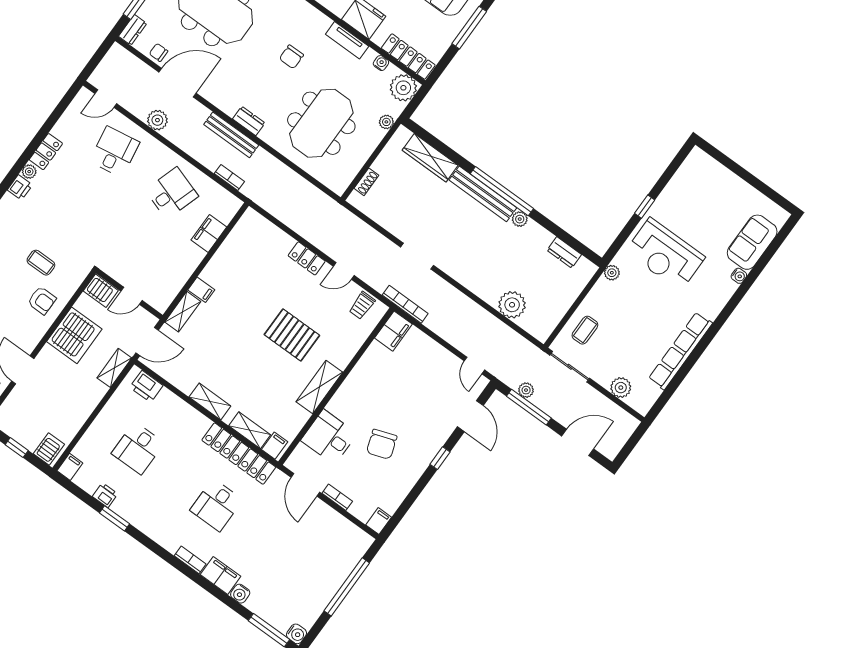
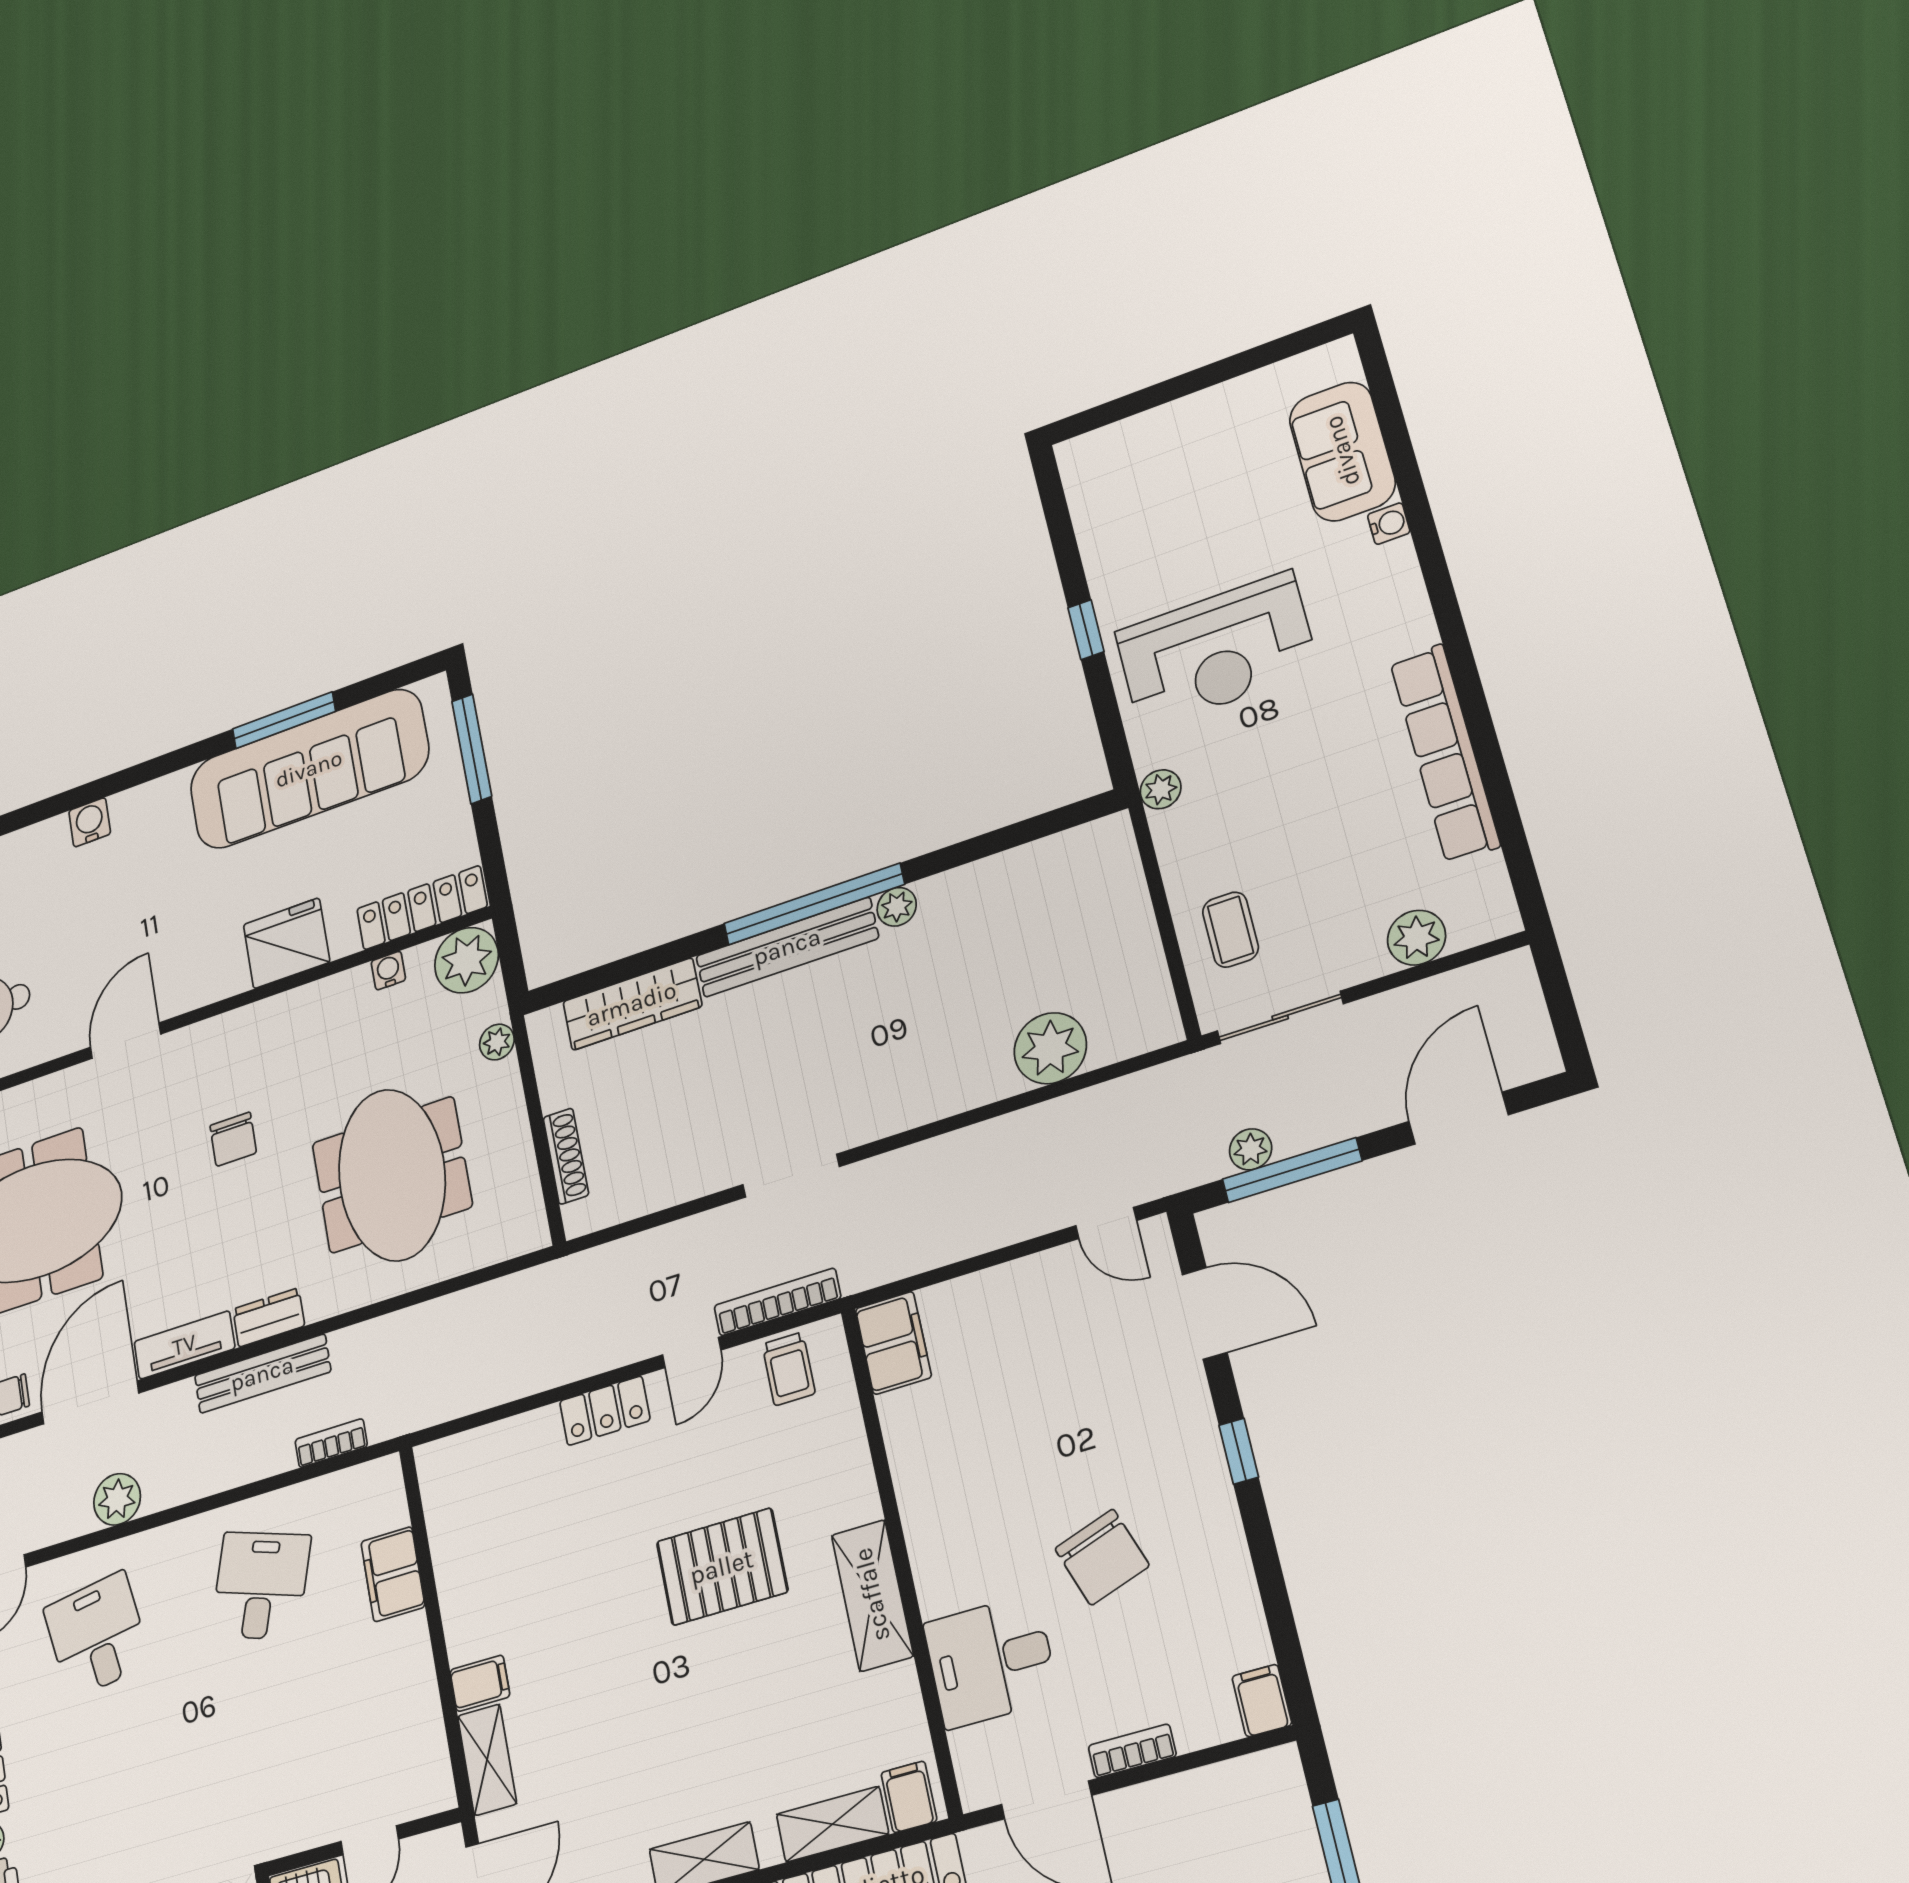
tv unit: (347, 40) -> (184, 1345), moved, turned 180
shoe rack: (366, 182) -> (566, 1156), width x1.43
dresser: (564, 252) -> (1038, 861), removed
bookcase: (405, 304) -> (777, 1302), moved

